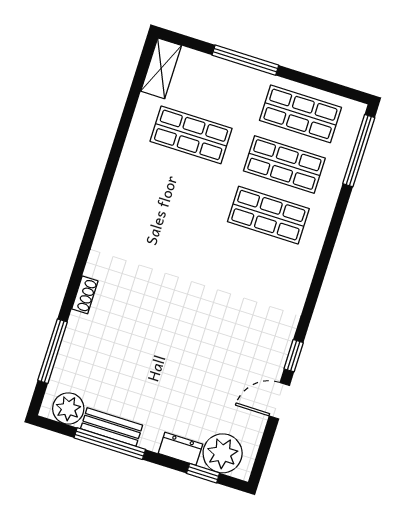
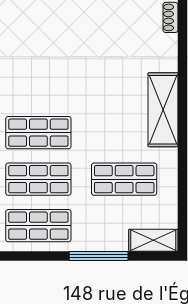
shelving: (161, 68) -> (153, 240), moved, turned 90
shelving: (125, 197) -> (163, 110), added

